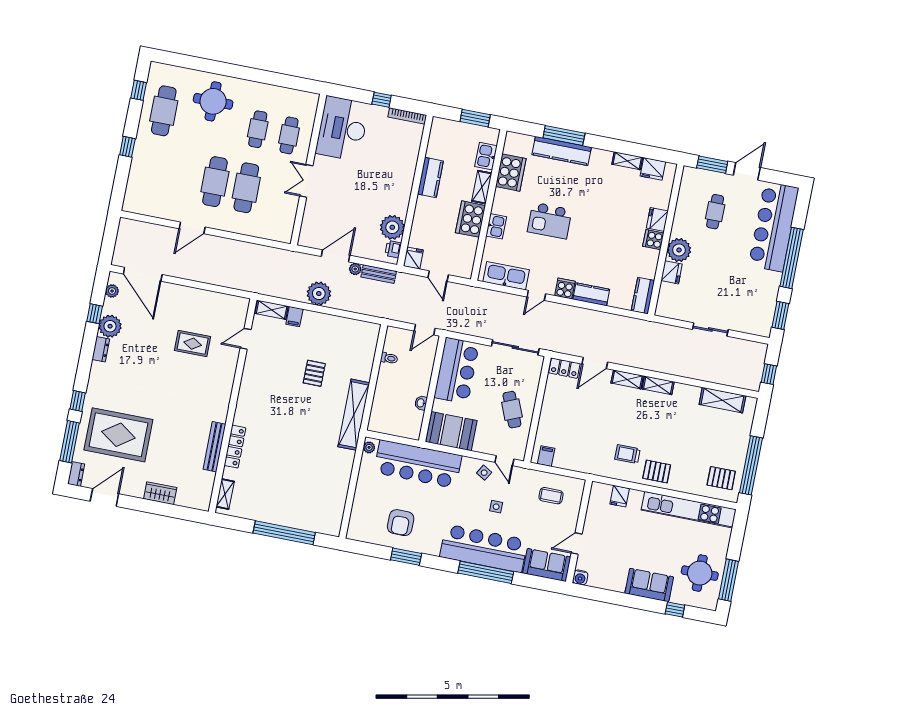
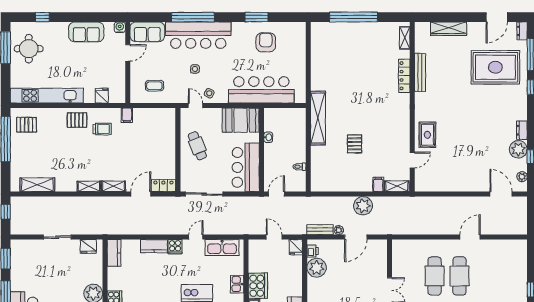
fridge: (672, 272) -> (88, 246), moved, turned -90
door: (143, 274) -> (501, 194), width x0.73
rug: (193, 344) -> (427, 135), moved, turned 90
plant: (369, 447) -> (301, 95), removed
filing cabinet: (546, 456) -> (127, 115), moved
wardrobe: (160, 493) -> (449, 29), width x1.50
sofa: (649, 585) -> (86, 32), moved

